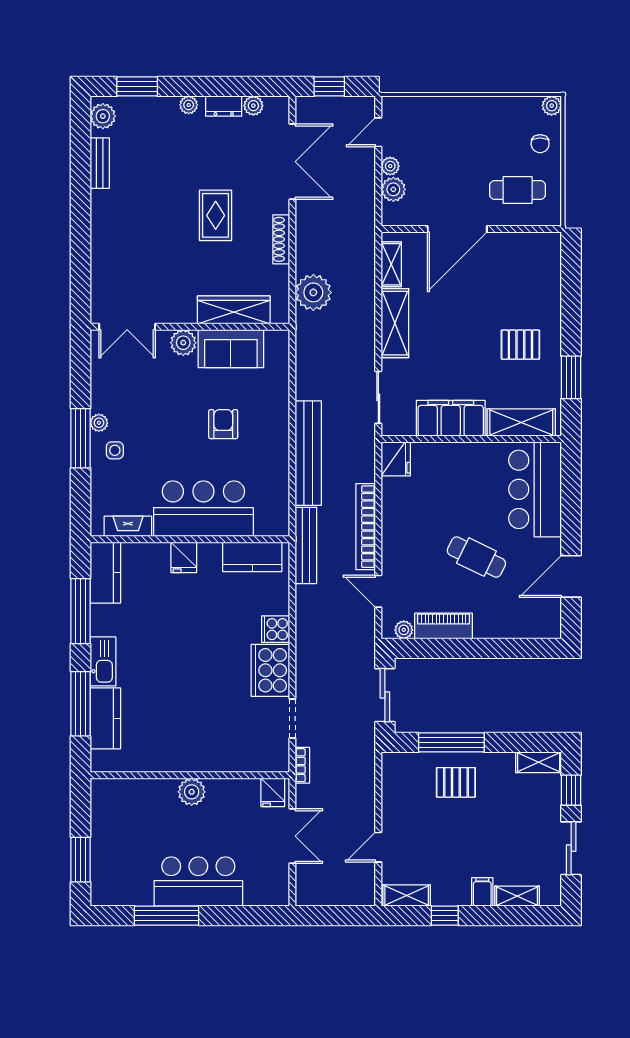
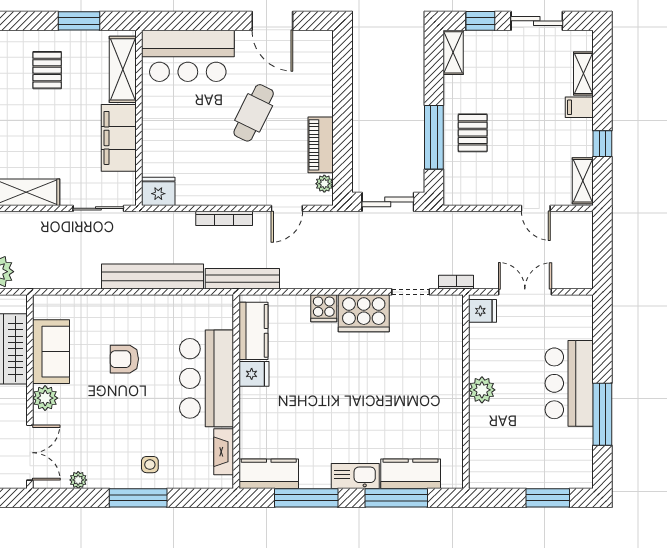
plant: (99, 423) -> (78, 480), moved
bookcase: (366, 527) -> (224, 218), width x0.68, depth x0.76
fridge: (184, 557) -> (254, 374), moved

